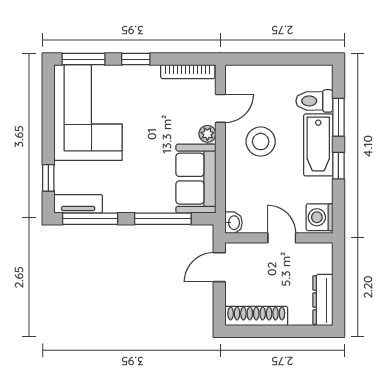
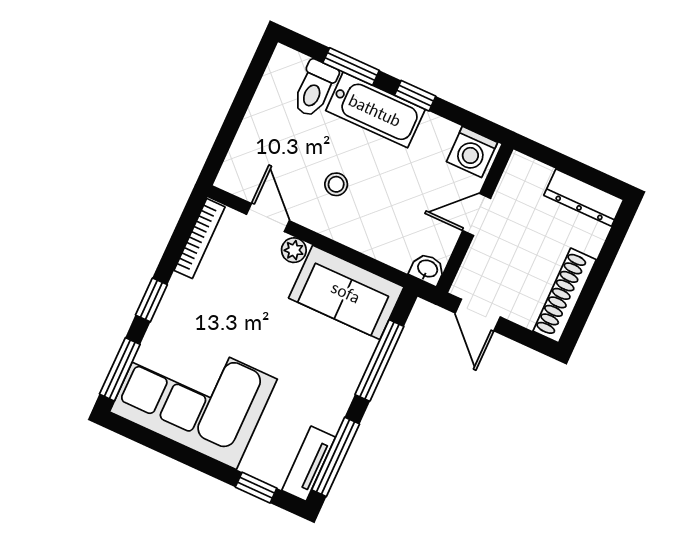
stool: (261, 142) -> (336, 184), width x0.53, depth x0.53

